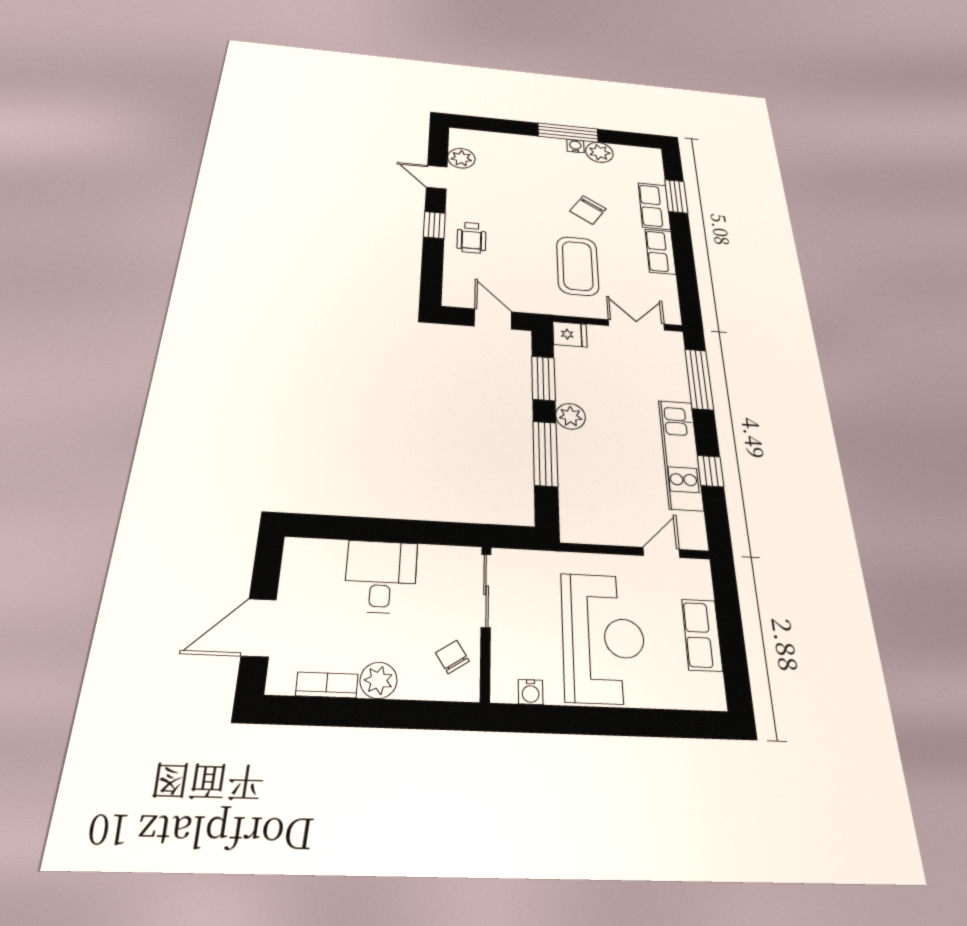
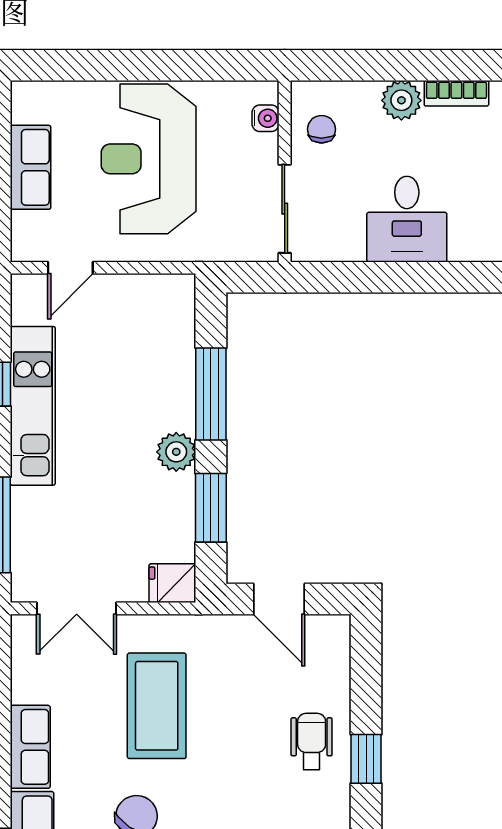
chair: (452, 657) -> (322, 129), turned -147
water cooler: (531, 692) -> (266, 118), moved, turned 90

